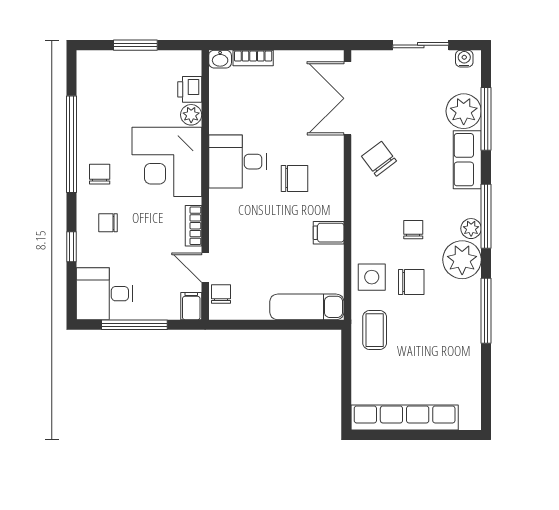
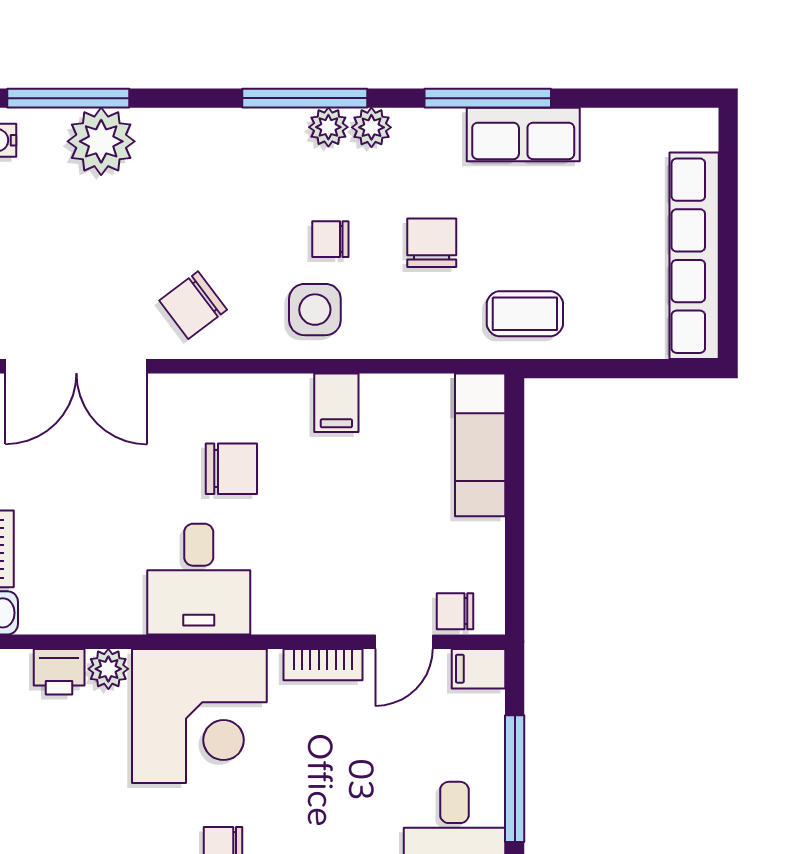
window: (486, 119) -> (68, 98), moved
row of seats: (467, 160) -> (523, 134), moved
chair: (295, 178) -> (231, 469), turned 90
chair: (108, 223) -> (317, 830), removed
plant: (462, 260) -> (371, 127), width x0.53, depth x0.53
side table: (372, 277) -> (315, 310), moved

